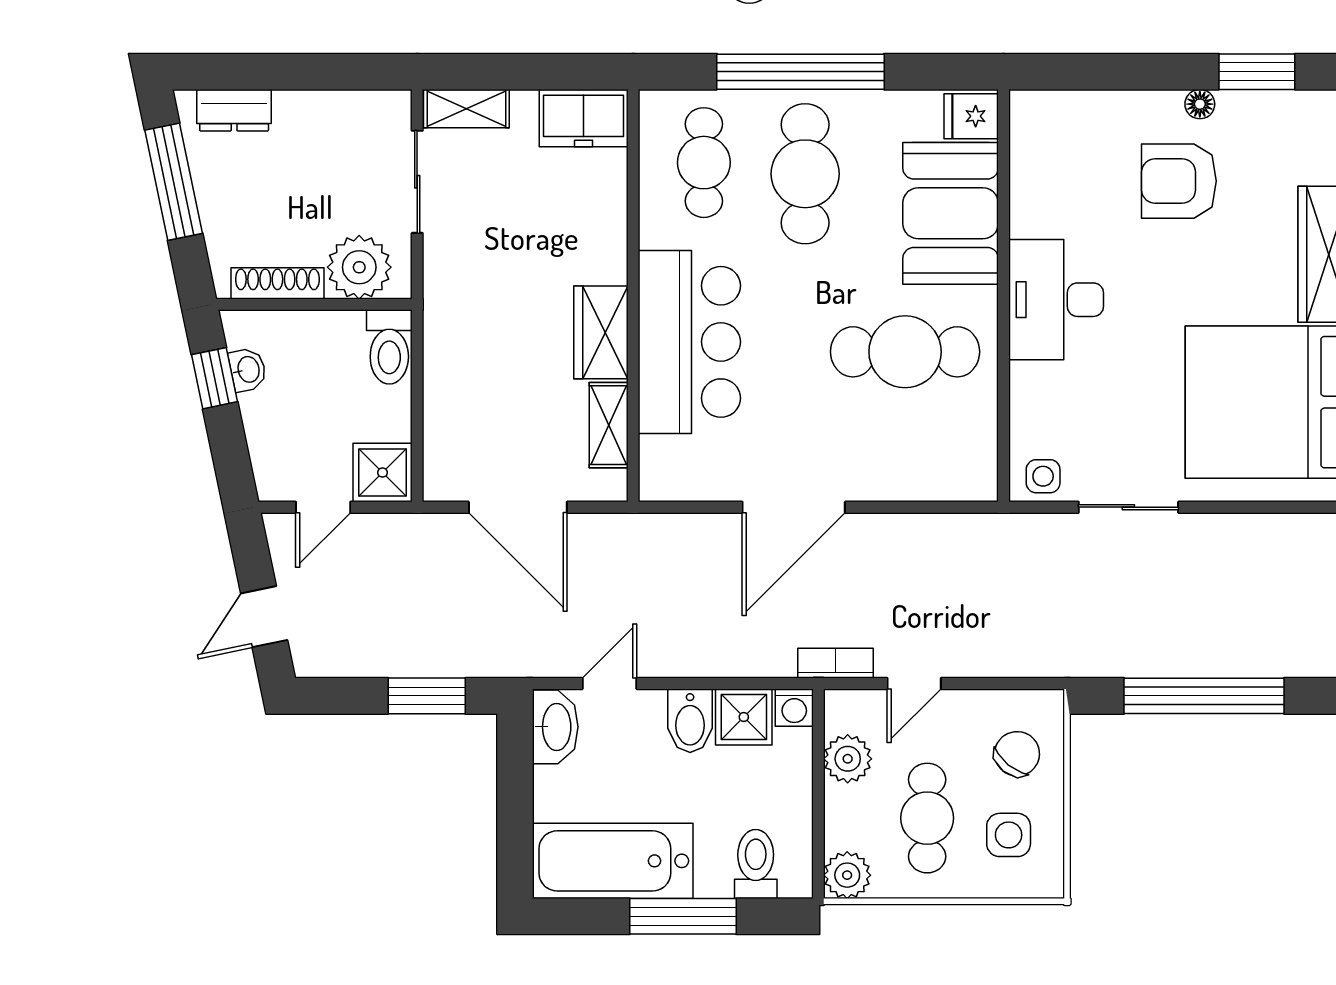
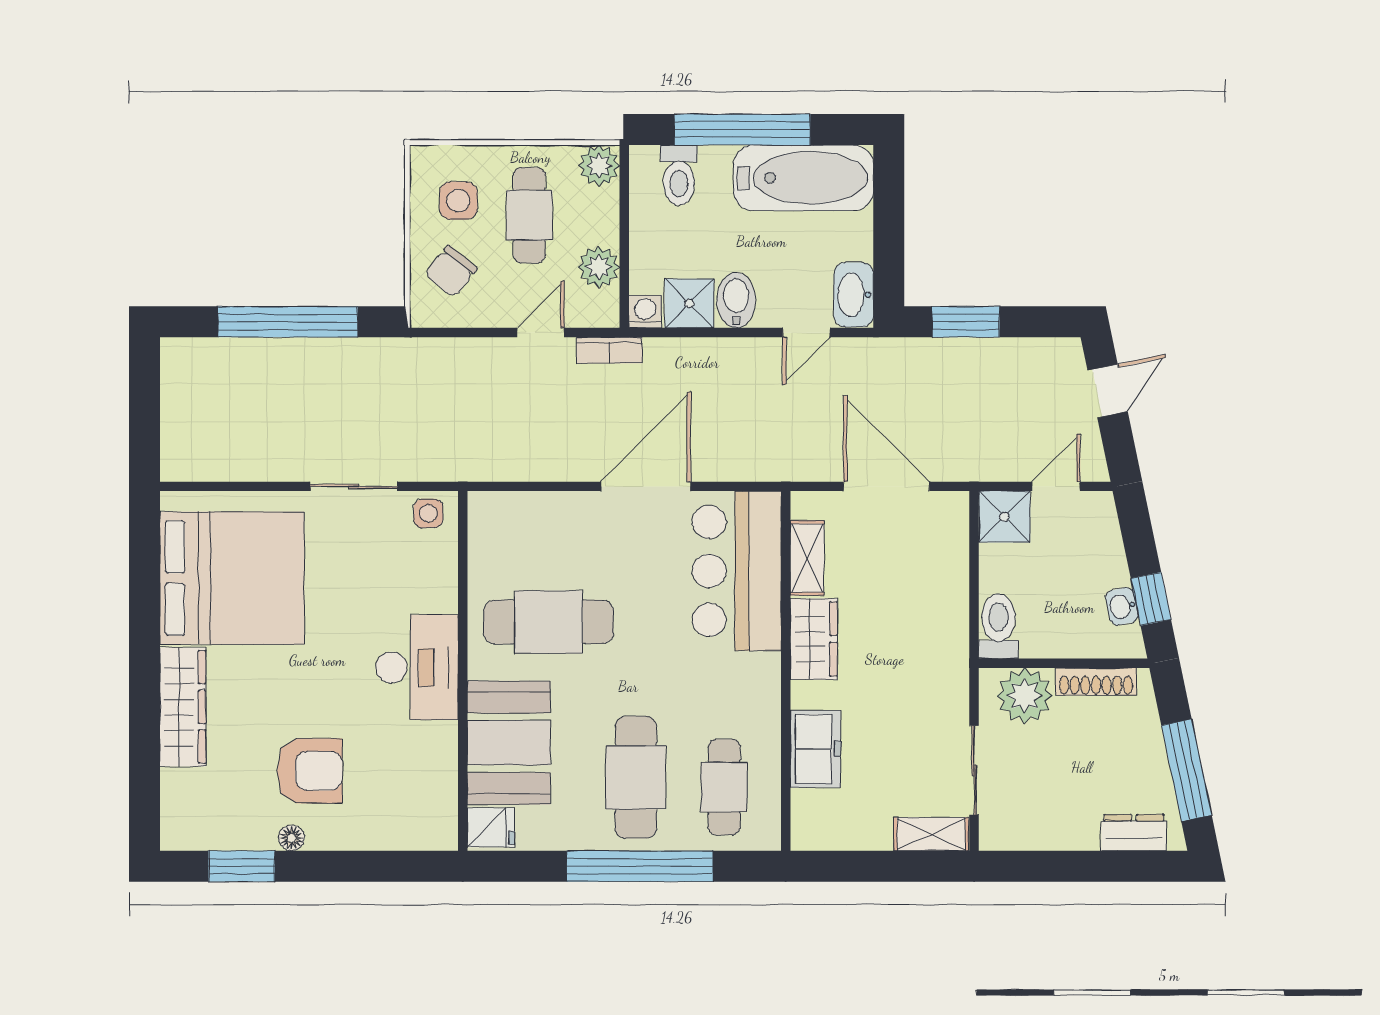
freezer: (584, 118) -> (815, 749), moved, turned 90
bar counter: (689, 342) -> (737, 571), moved
window: (683, 916) -> (742, 130), width x1.46

